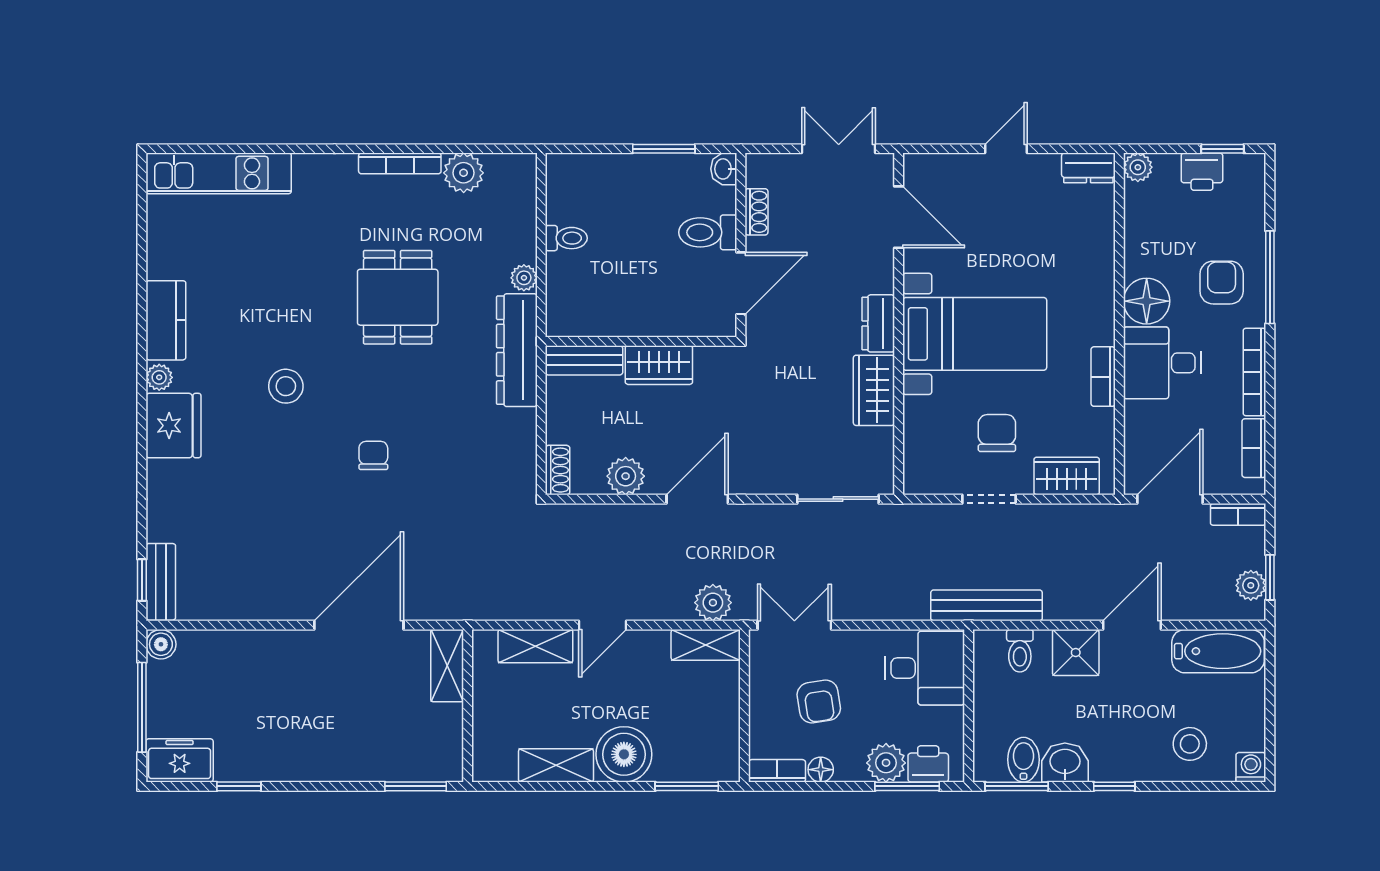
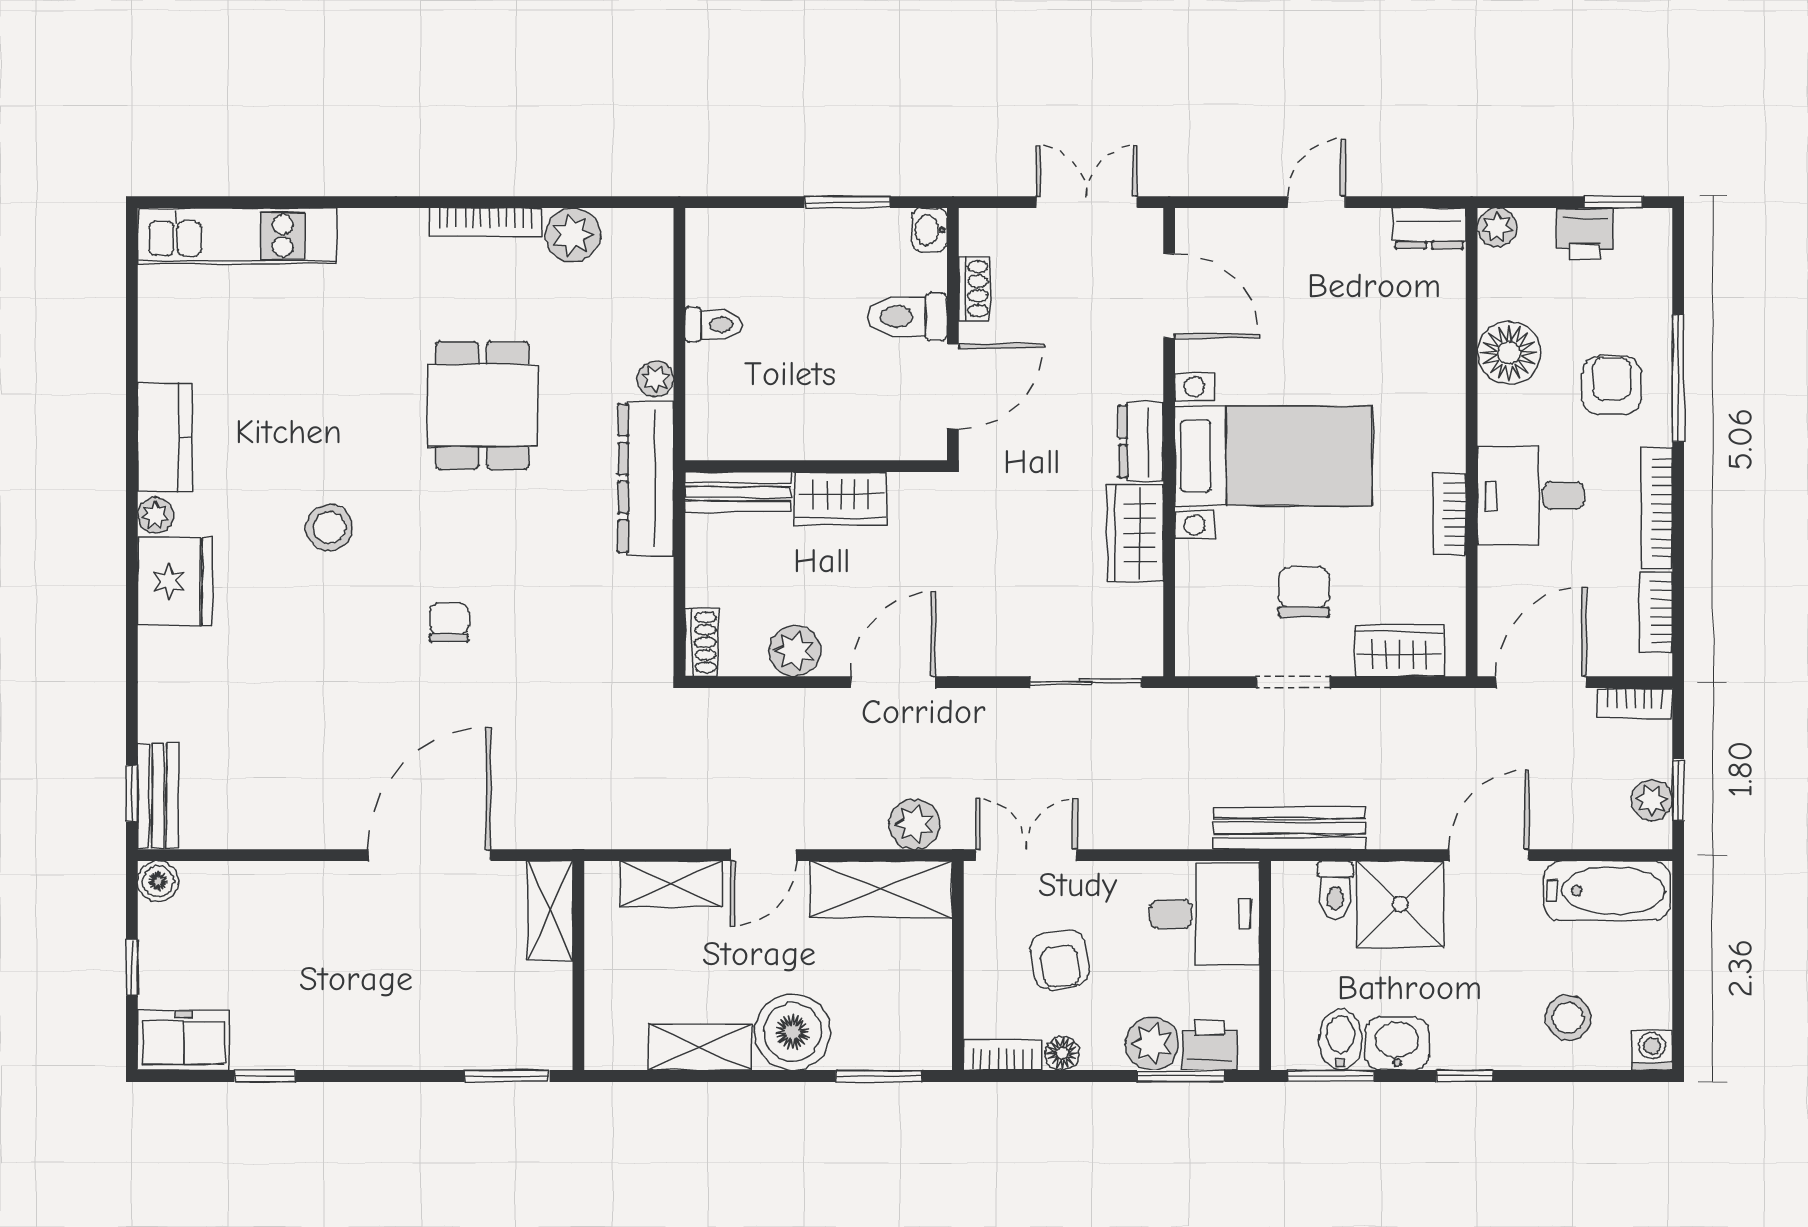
floor lamp: (1147, 301) -> (1509, 353), moved
shelving: (706, 645) -> (881, 889), width x1.50, depth x1.33
shower: (1076, 653) -> (1400, 904), width x1.36, depth x1.36
window: (142, 707) -> (132, 968), width x0.46

